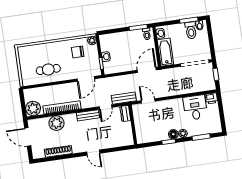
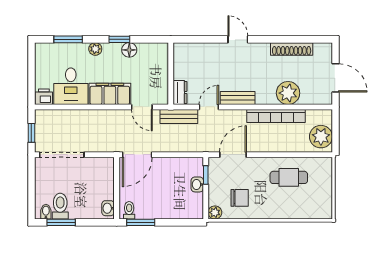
bathtub: (165, 52) -> (104, 178), removed
filing cabinet: (170, 106) -> (110, 94), added
plant: (33, 108) -> (321, 137), moved
floor lamp: (173, 134) -> (129, 50), moved

